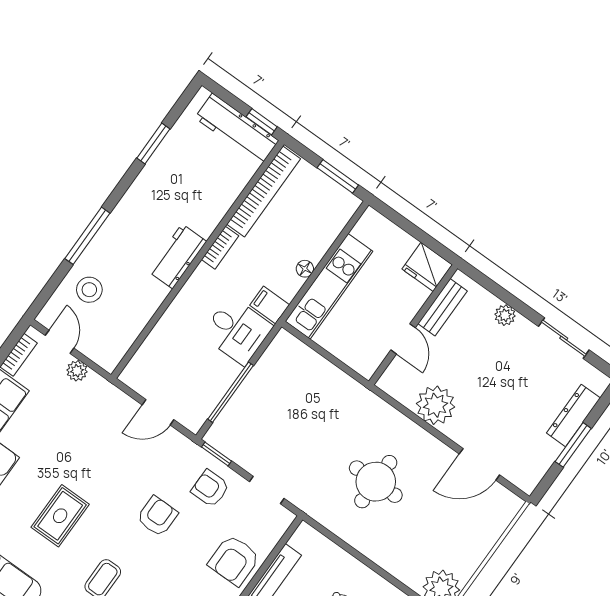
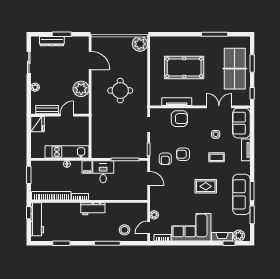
armchair: (210, 488) -> (165, 159), moved

